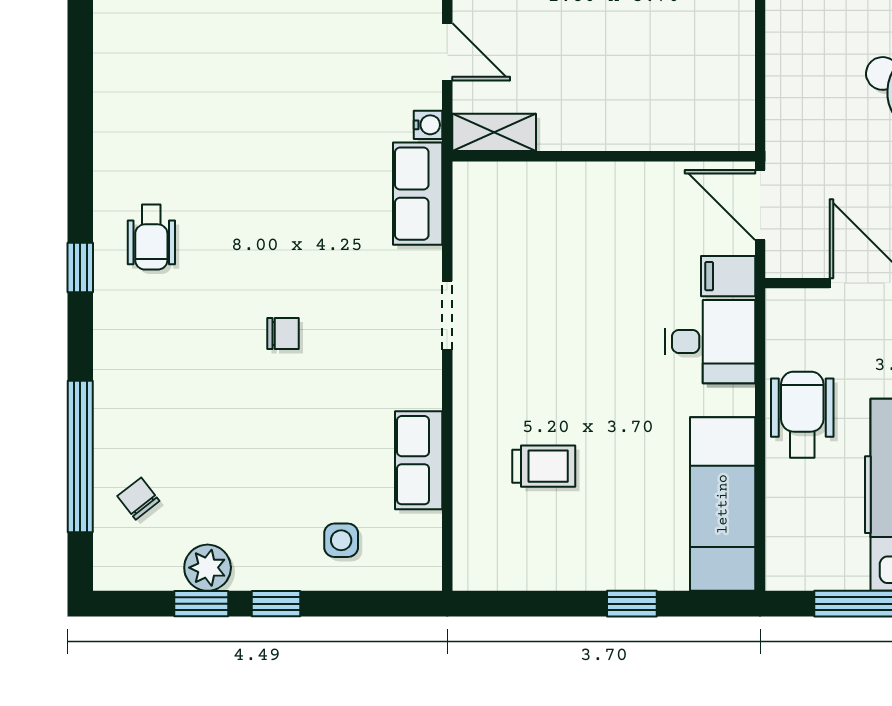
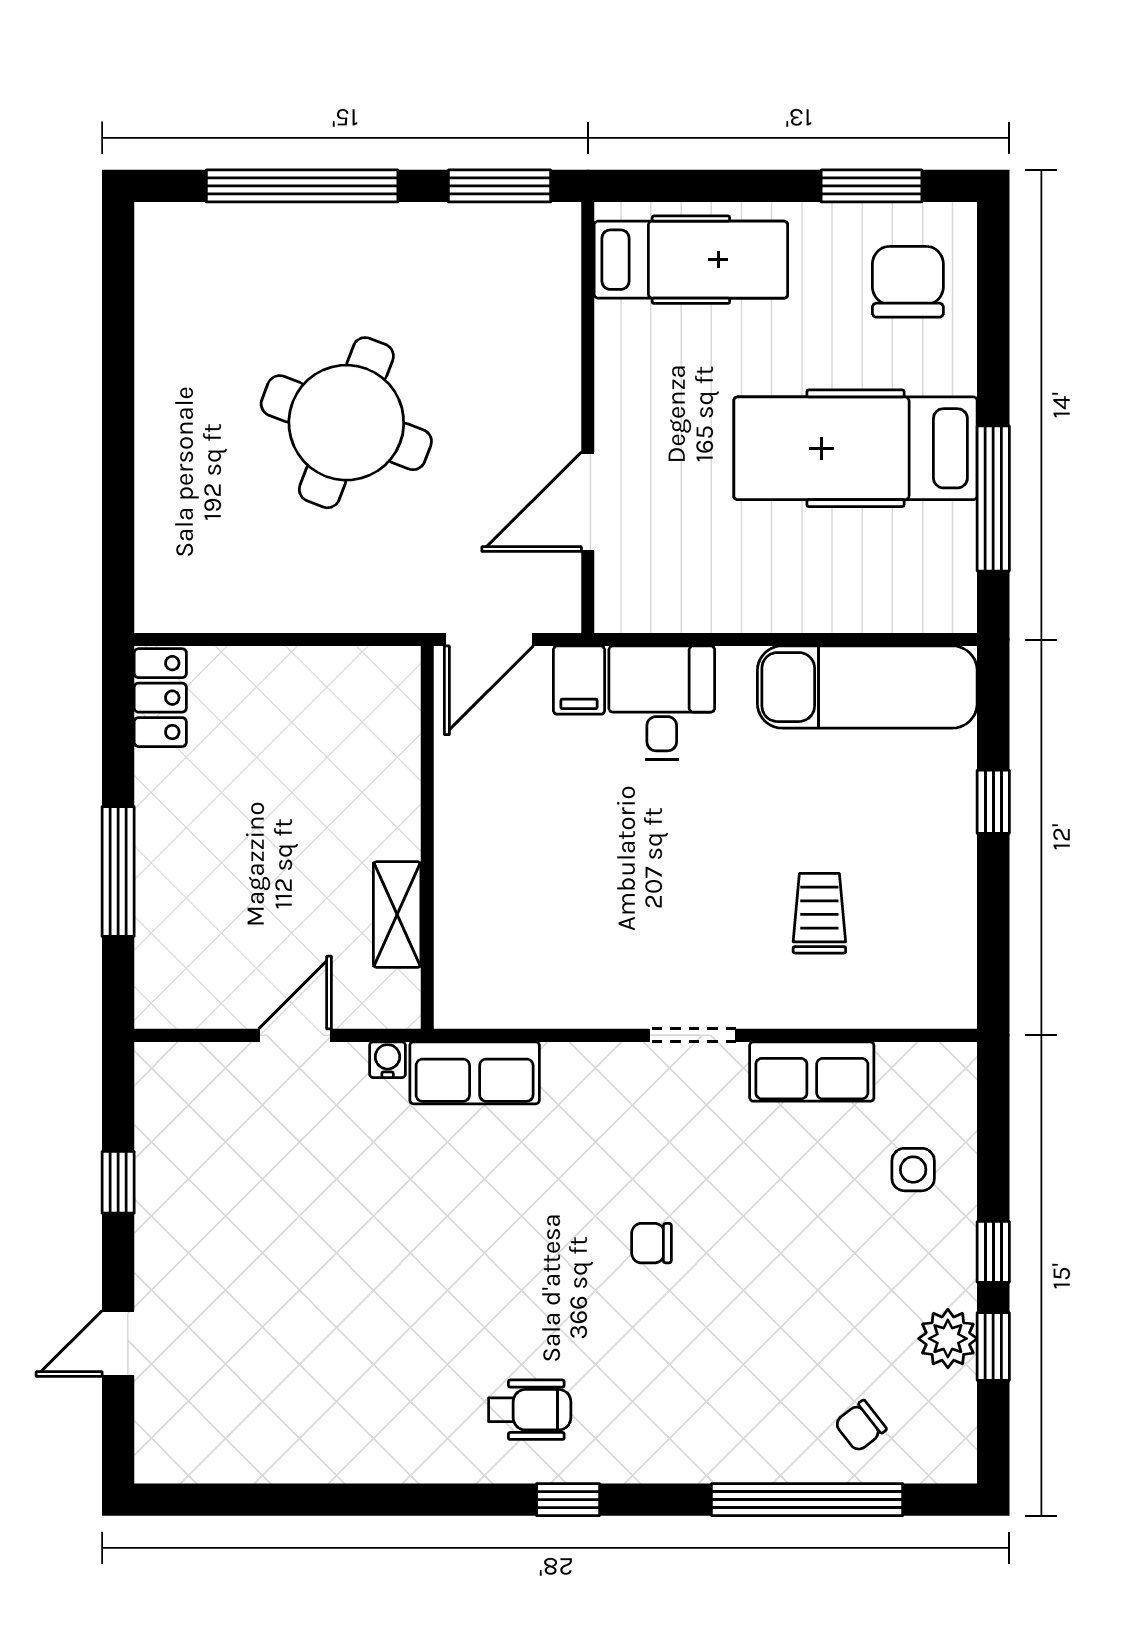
shelving: (494, 132) -> (397, 915), moved
doorway: (447, 316) -> (693, 1035), moved
chair: (283, 333) -> (652, 1243), turned -90
wheelchair: (802, 415) -> (754, 586), removed

